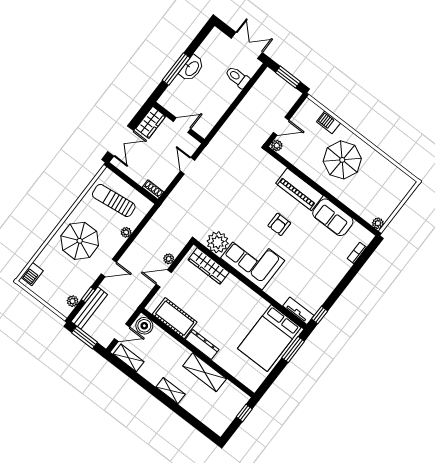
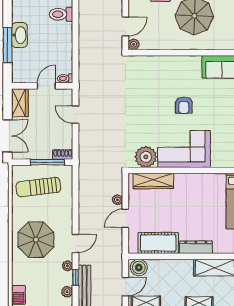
toilet: (201, 131) -> (65, 78), added
window: (136, 186) -> (47, 162), added
piano: (299, 189) -> (178, 65), removed
plant: (126, 232) -> (67, 266), moved

